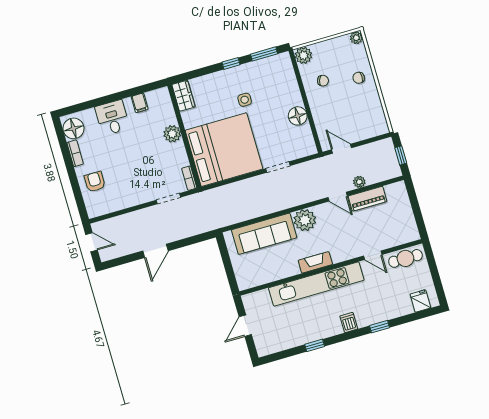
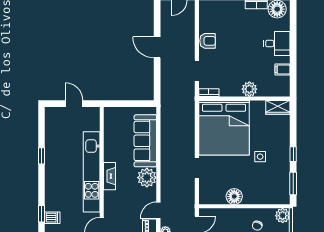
armchair: (95, 182) -> (208, 41), moved
dishwasher: (349, 322) -> (52, 218), moved

